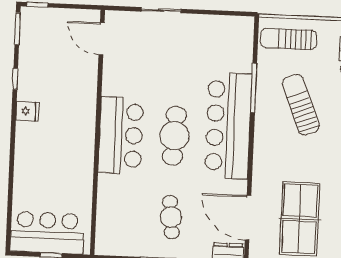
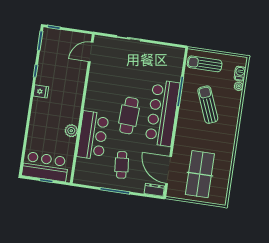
door: (102, 39) -> (91, 52), hinge flipped
bar counter: (121, 135) -> (93, 135), moved
plant: (83, 170) -> (71, 131), added

